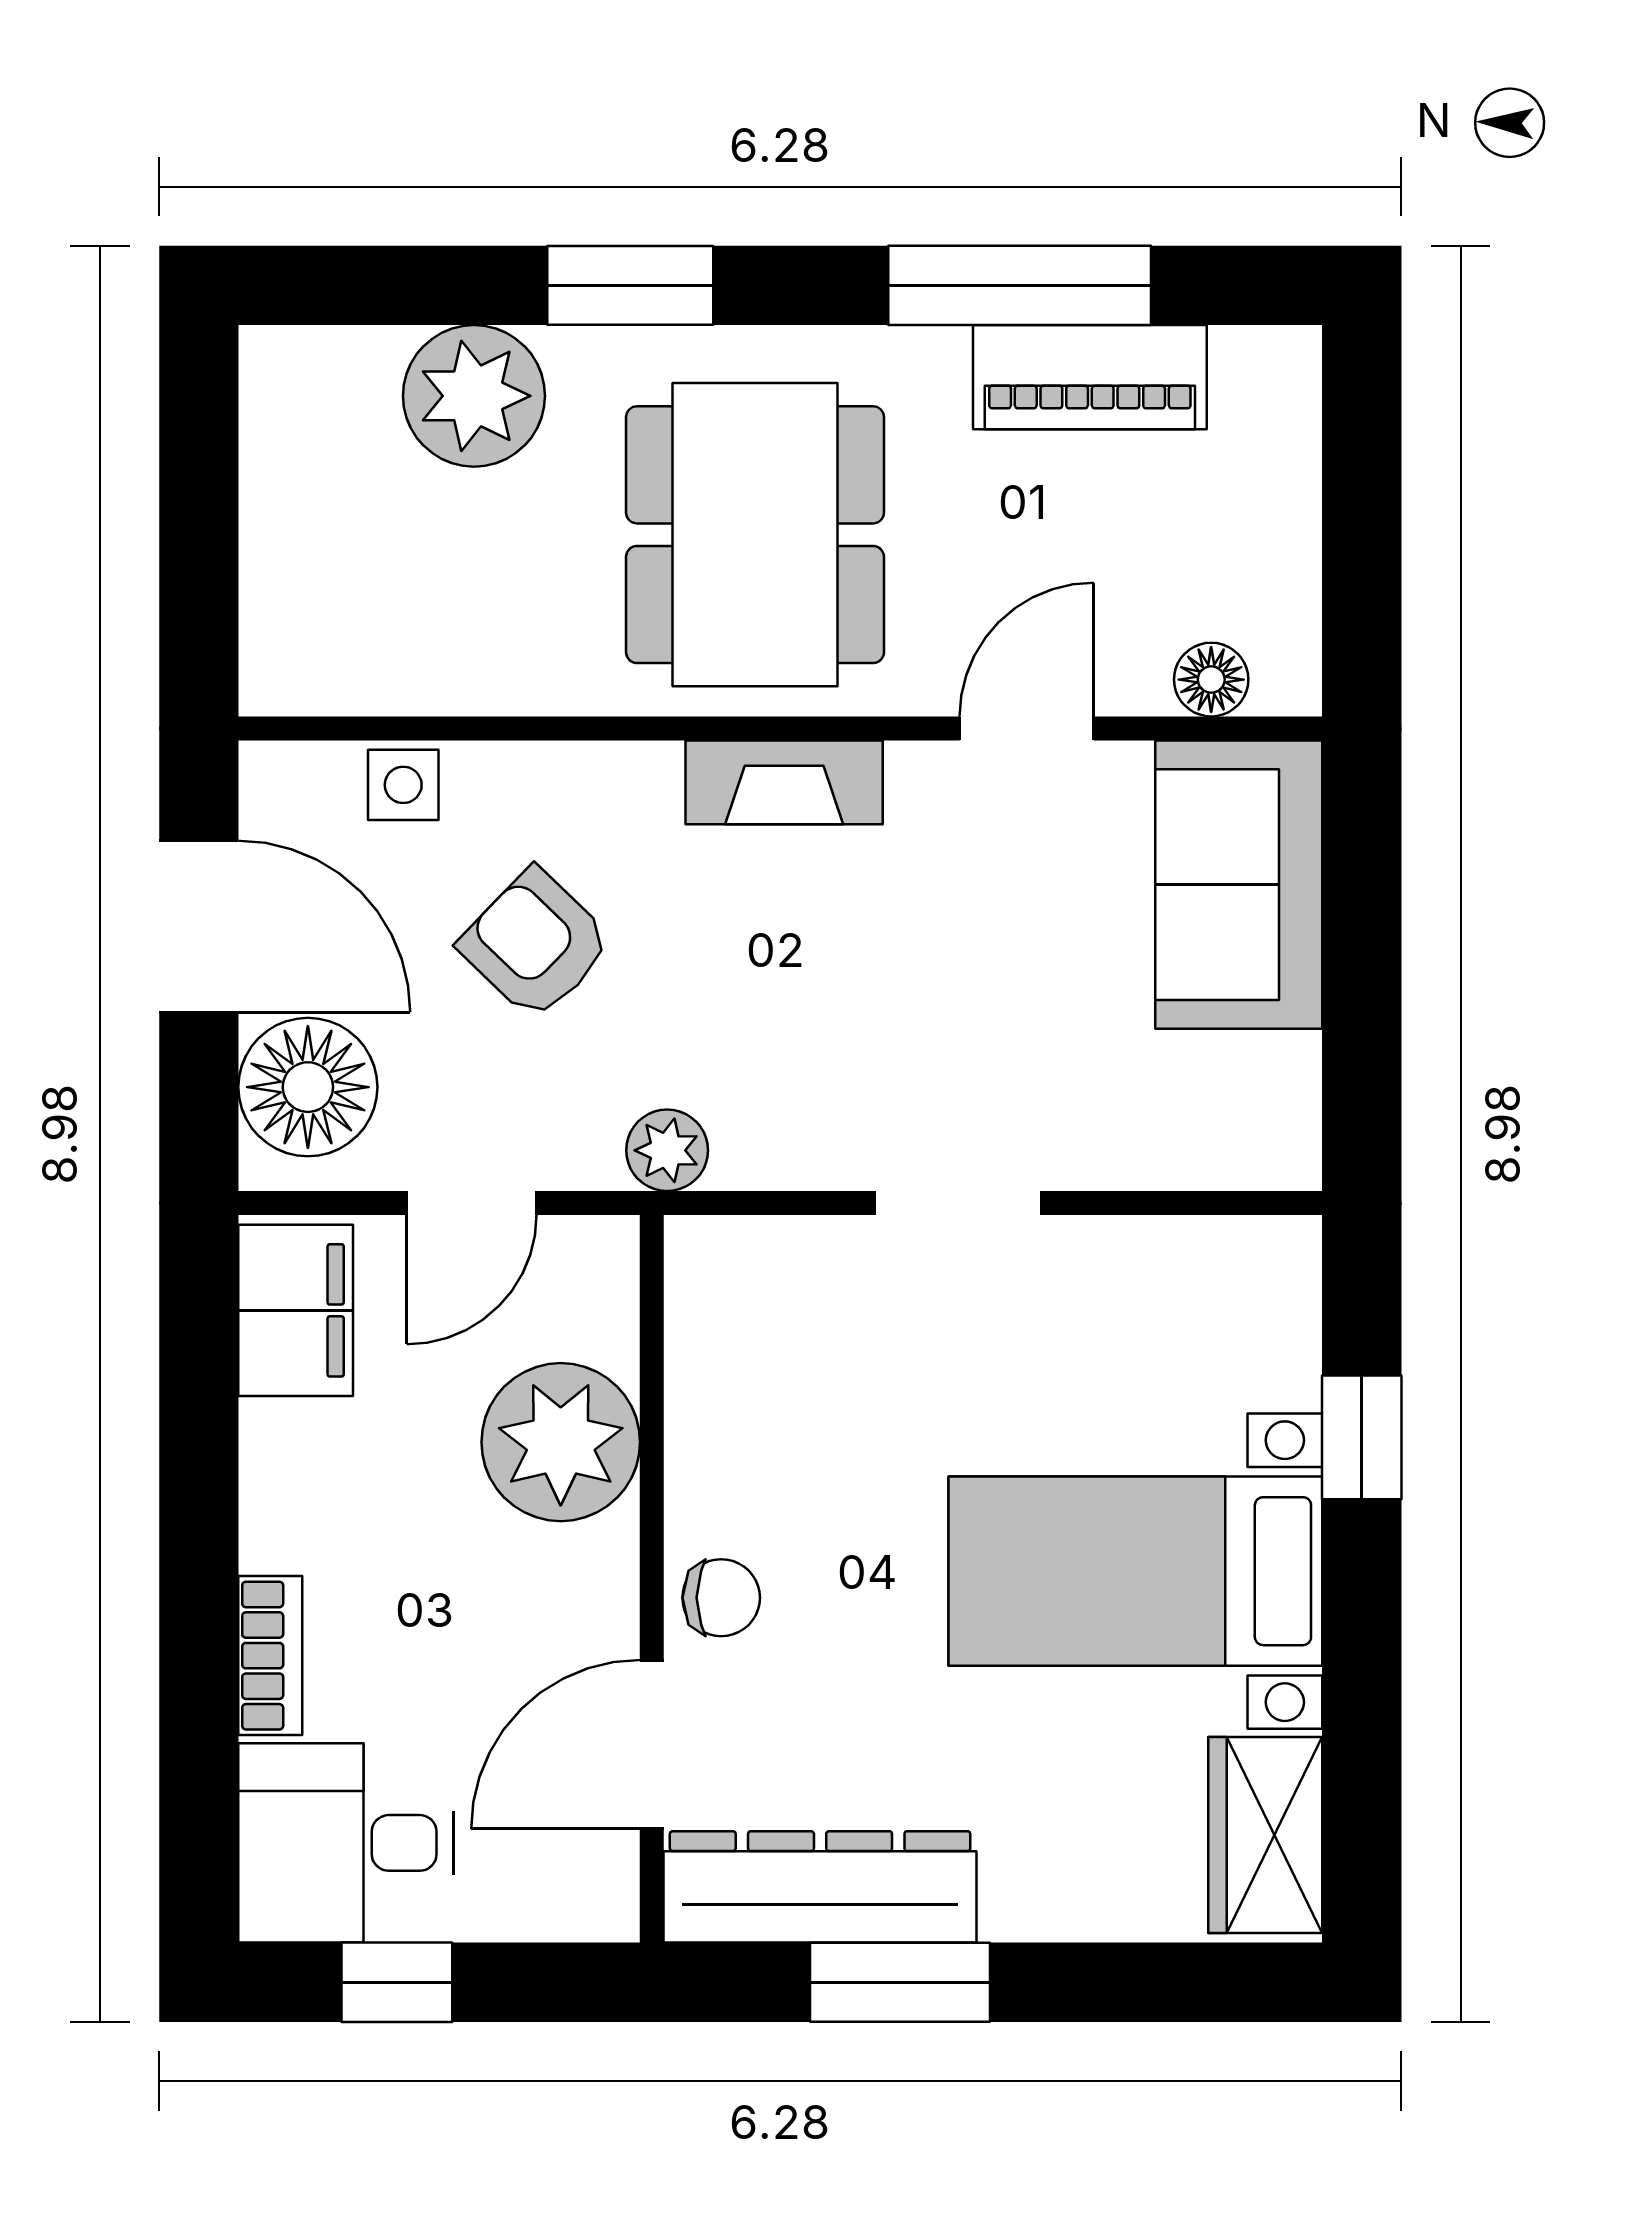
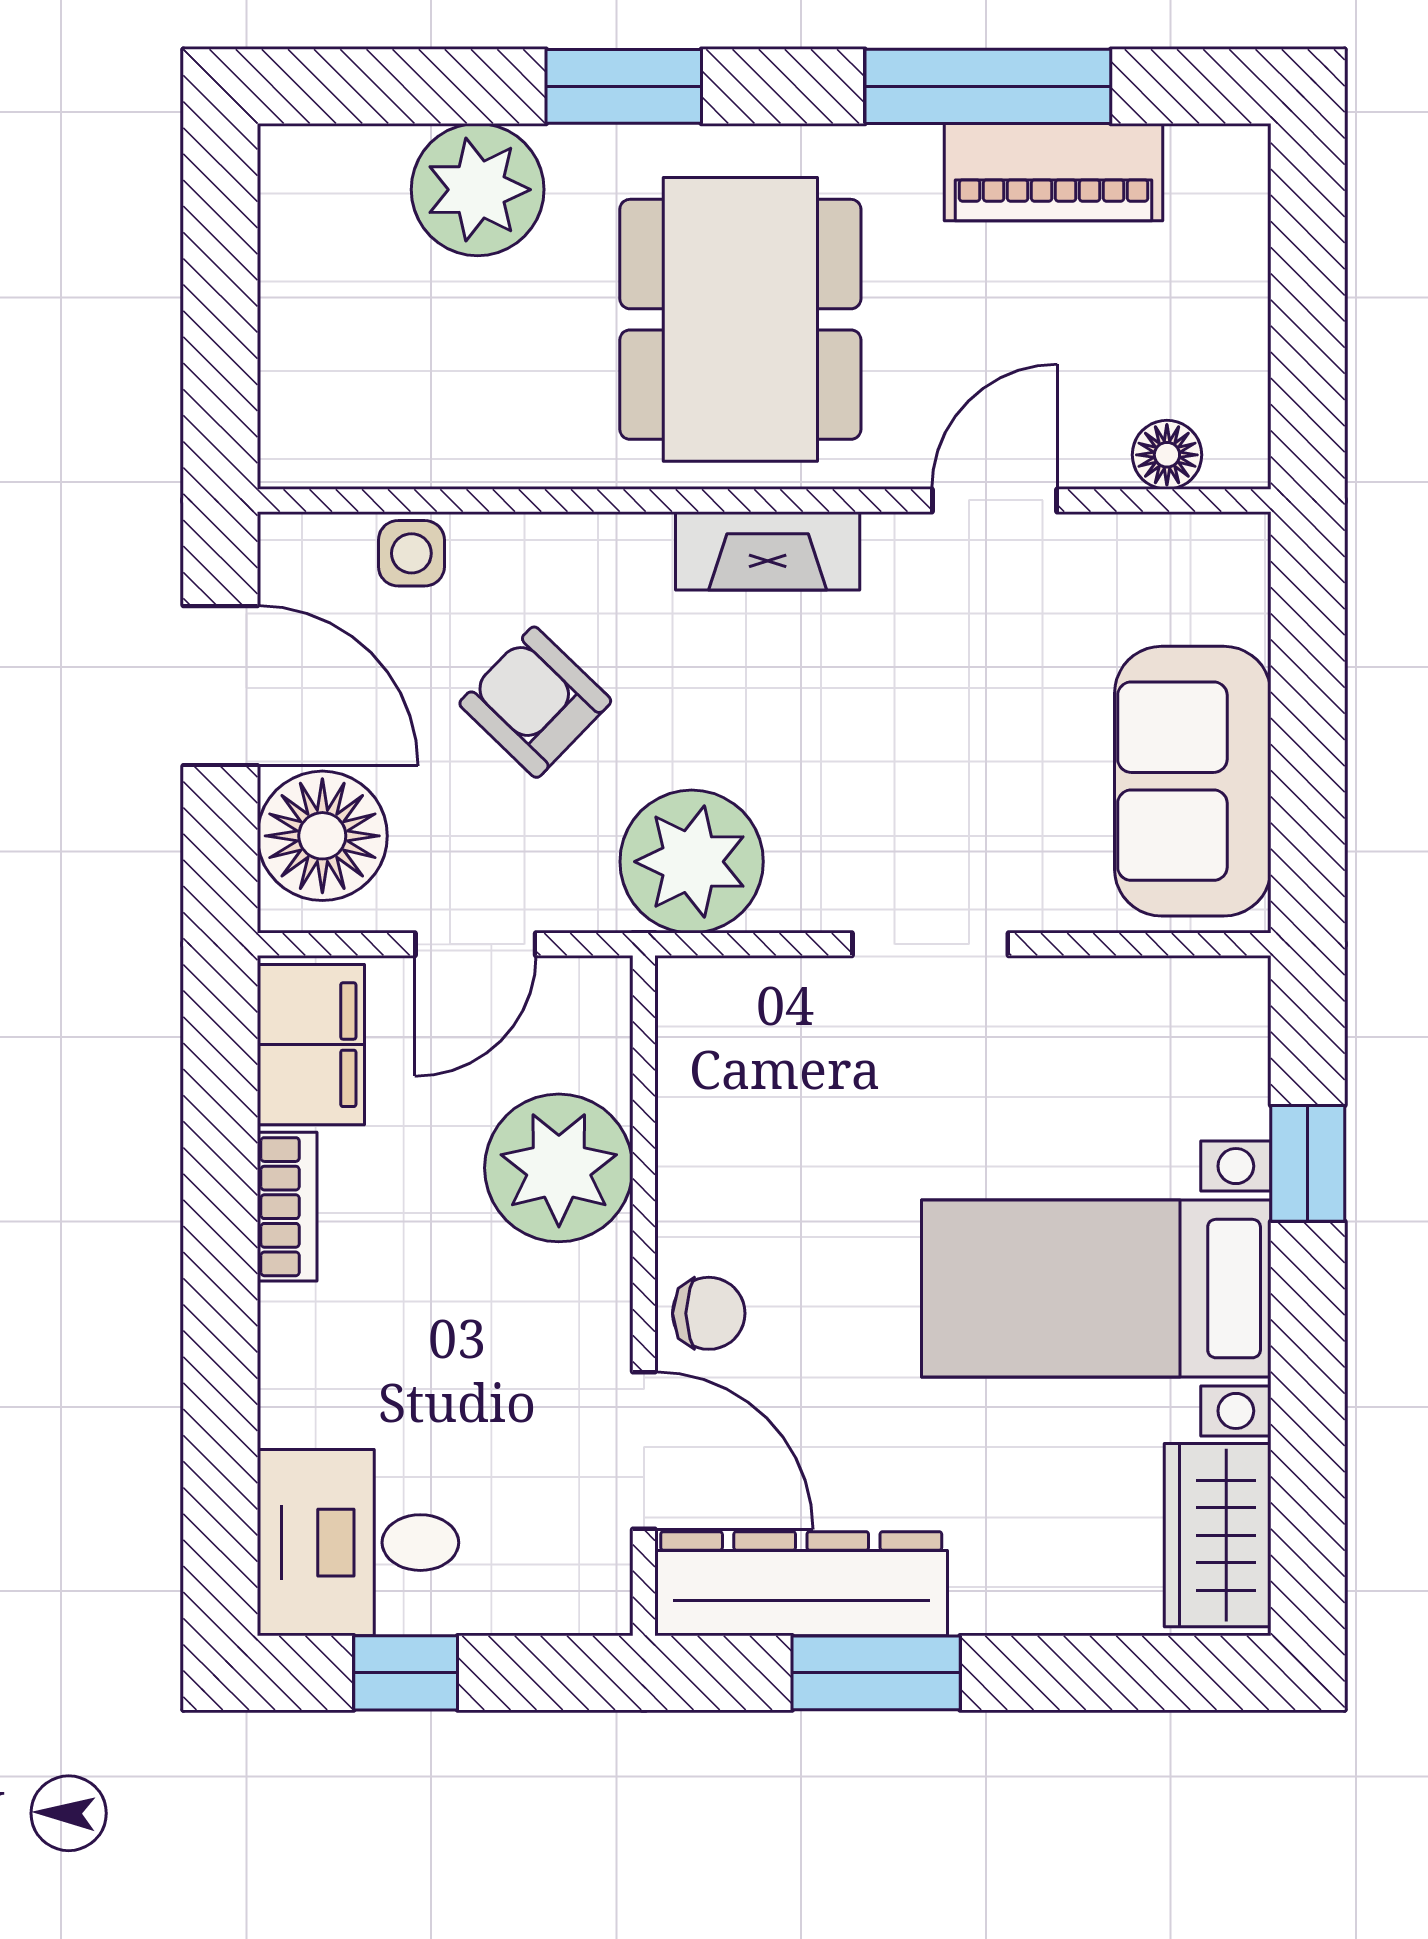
sofa: (1239, 885) -> (1193, 781), moved
plant: (667, 1150) -> (692, 862), width x1.88, depth x1.88
bookcase: (270, 1656) -> (287, 1207), moved
door: (652, 1745) -> (644, 1451), swing flipped

